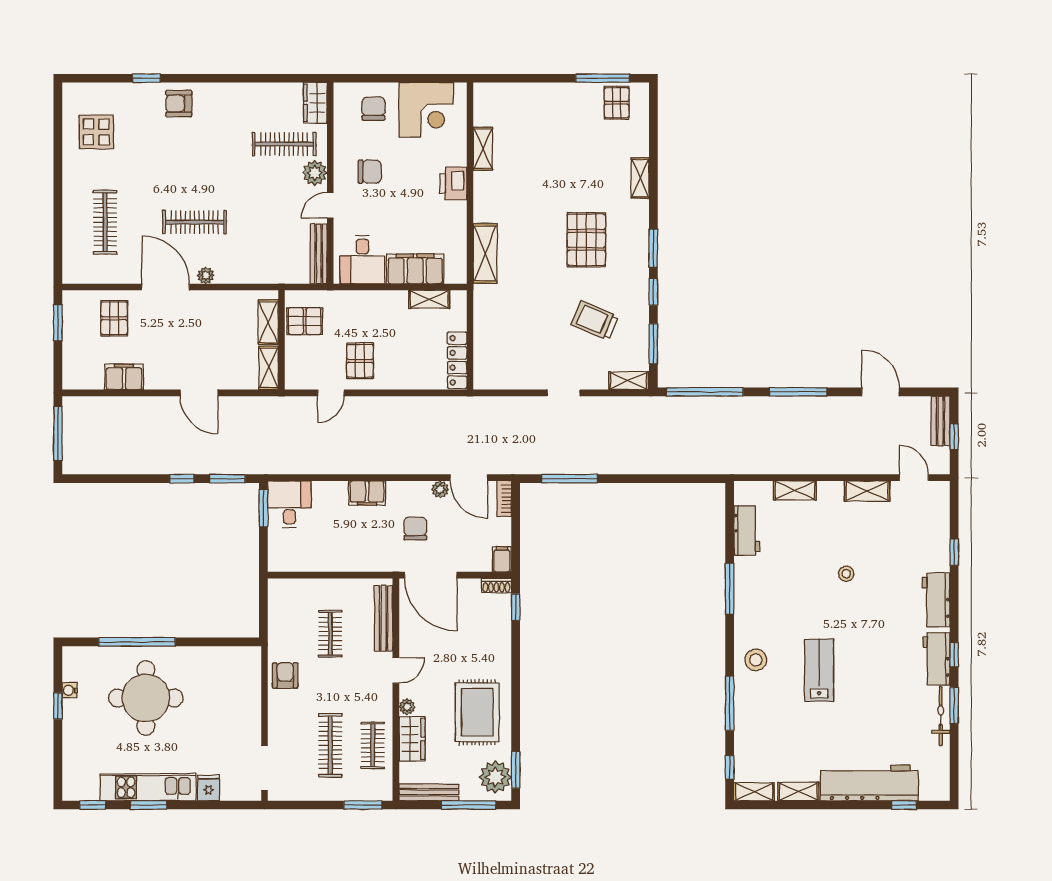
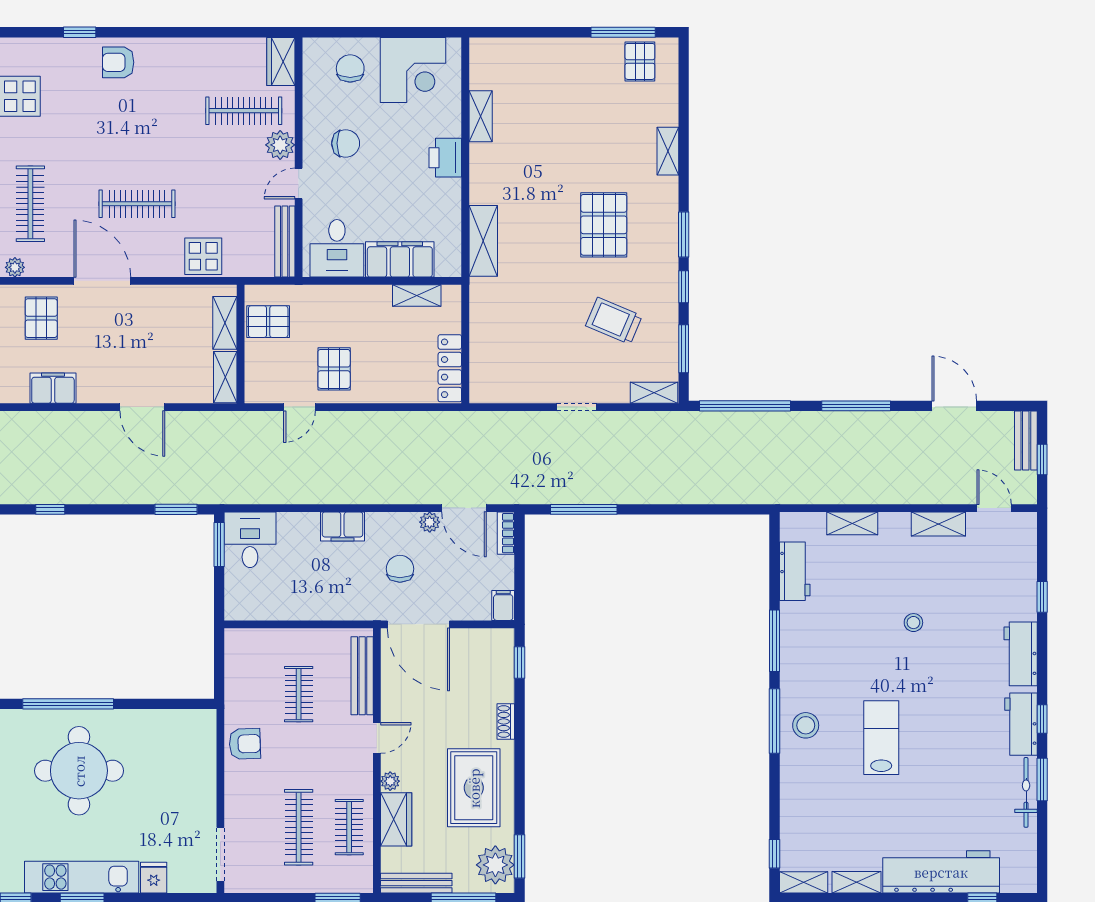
display table: (250, 266) -> (203, 256), added
plant: (206, 275) -> (15, 267), moved
window: (182, 479) -> (50, 509), moved
shoe rack: (496, 586) -> (506, 721), moved, turned 90
armchair: (285, 675) -> (245, 744), turned 88
window: (730, 703) -> (775, 721), moved

